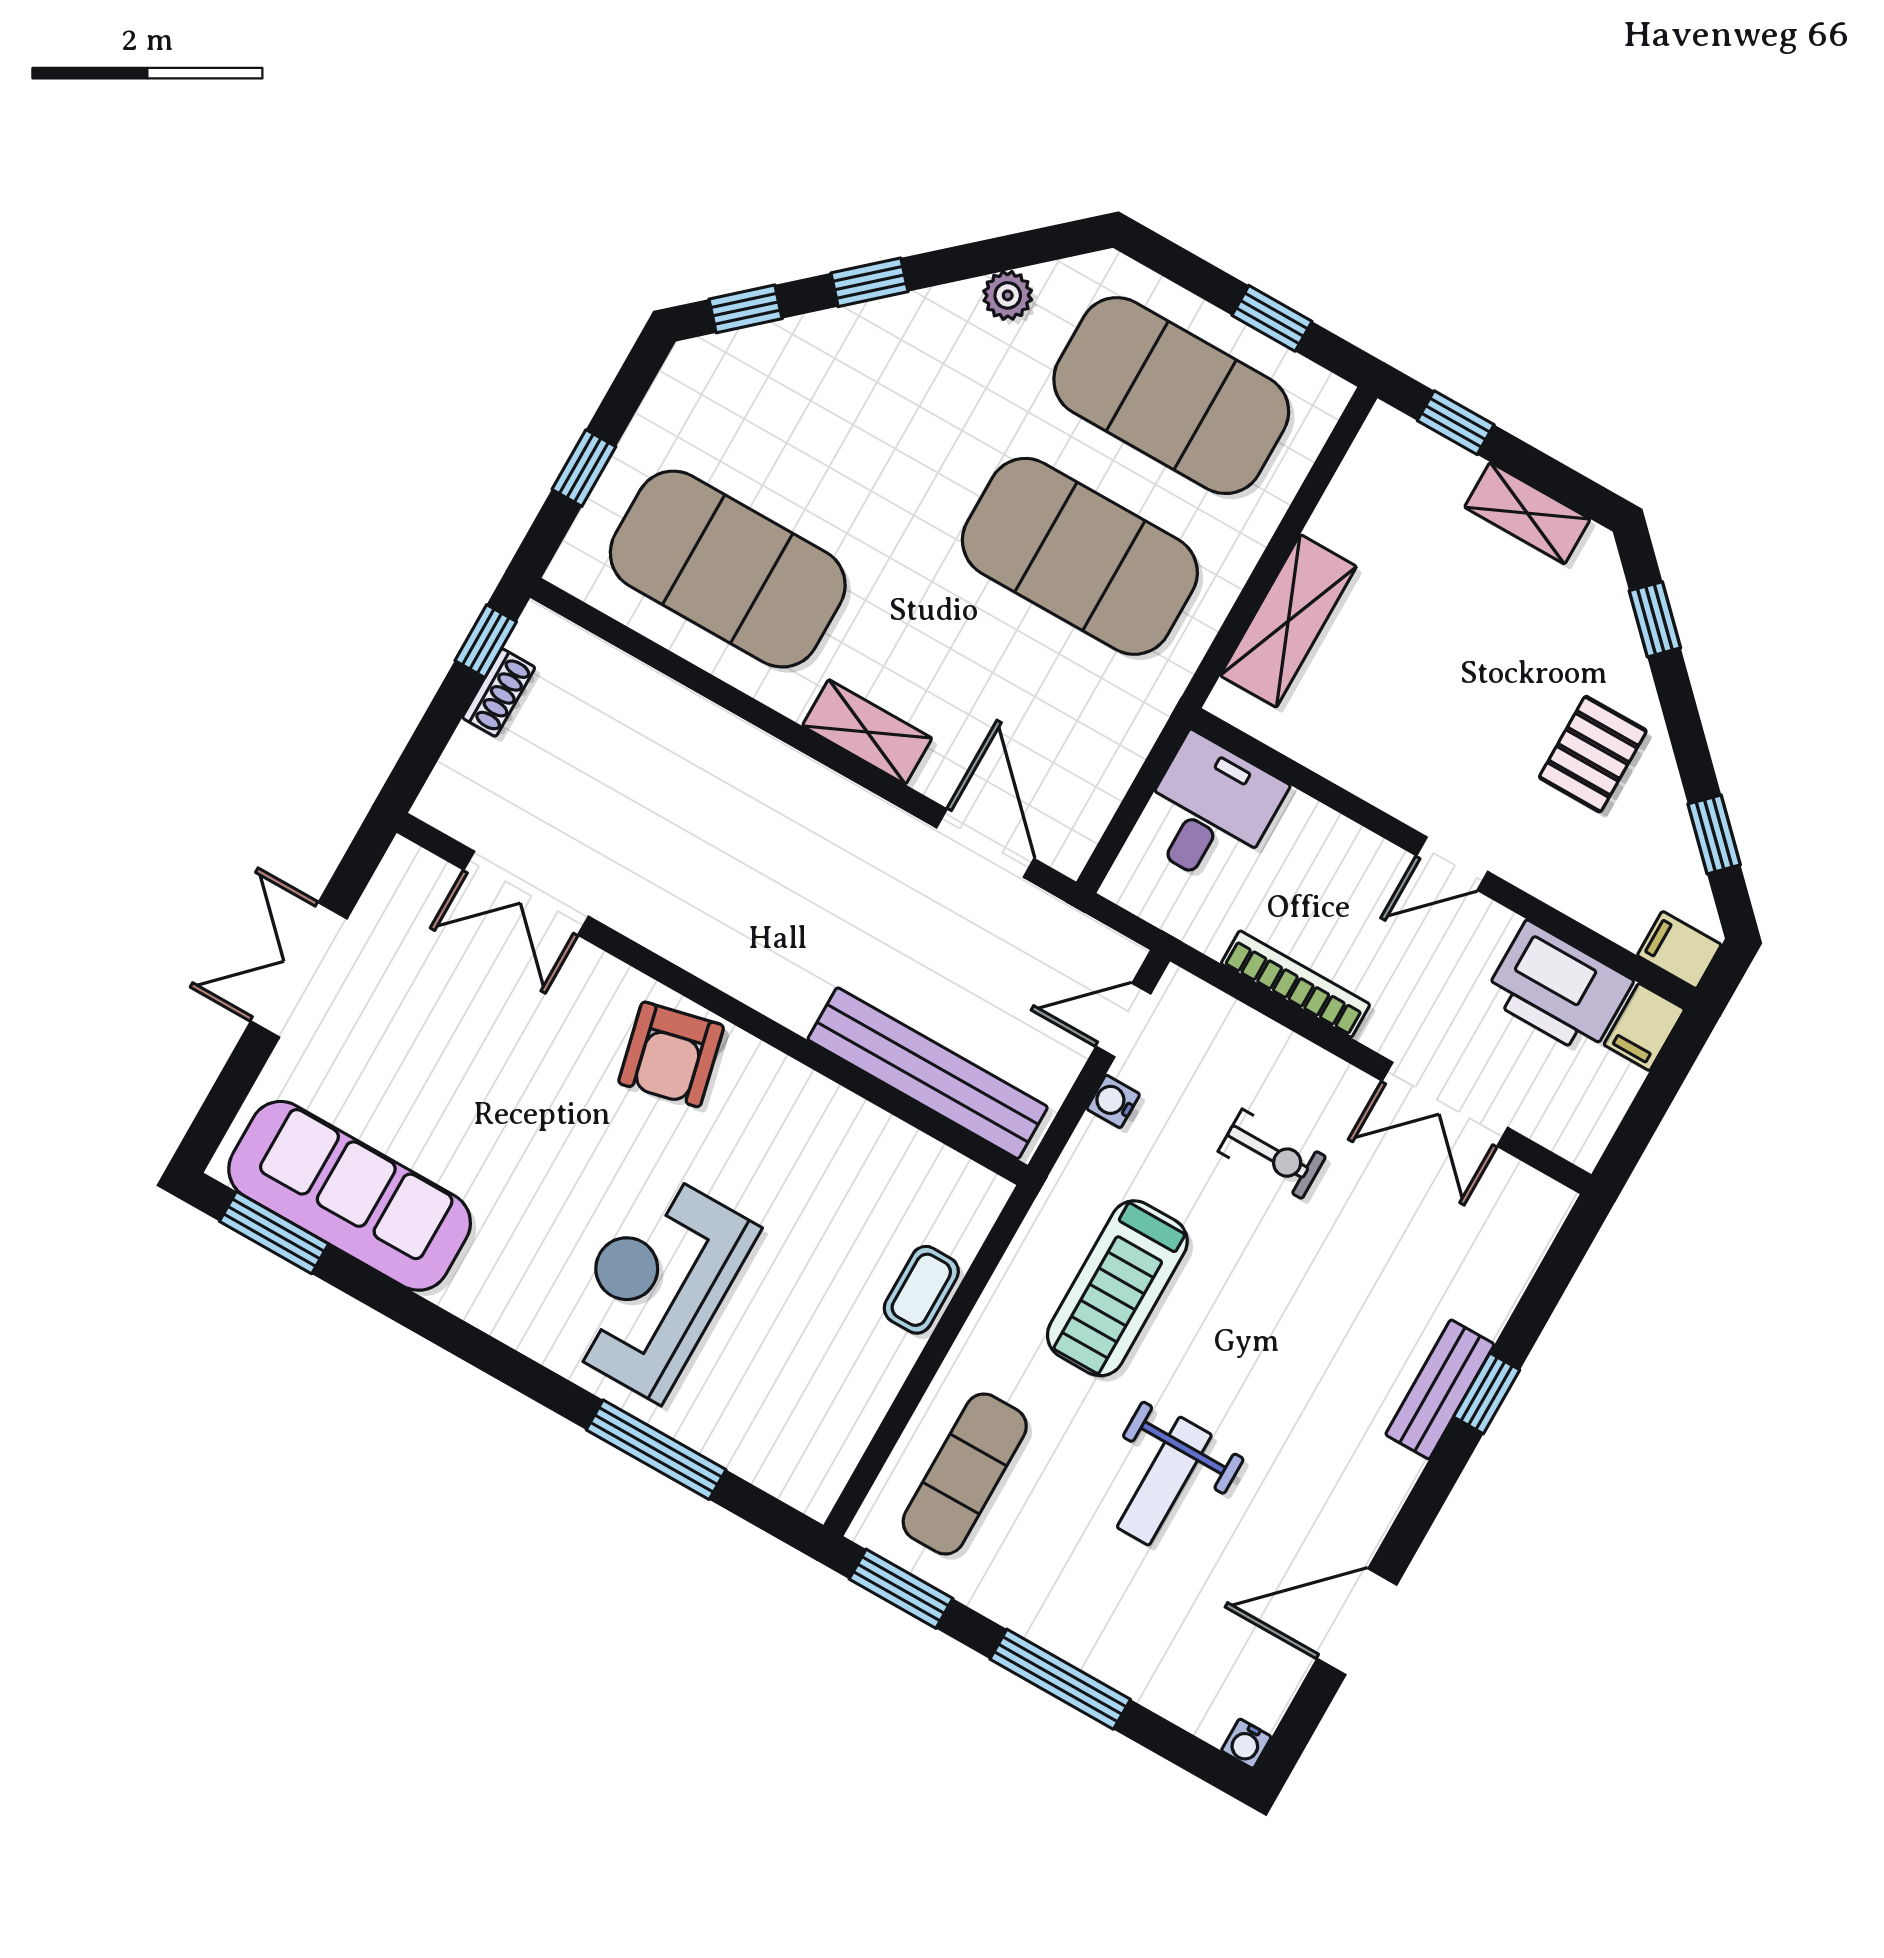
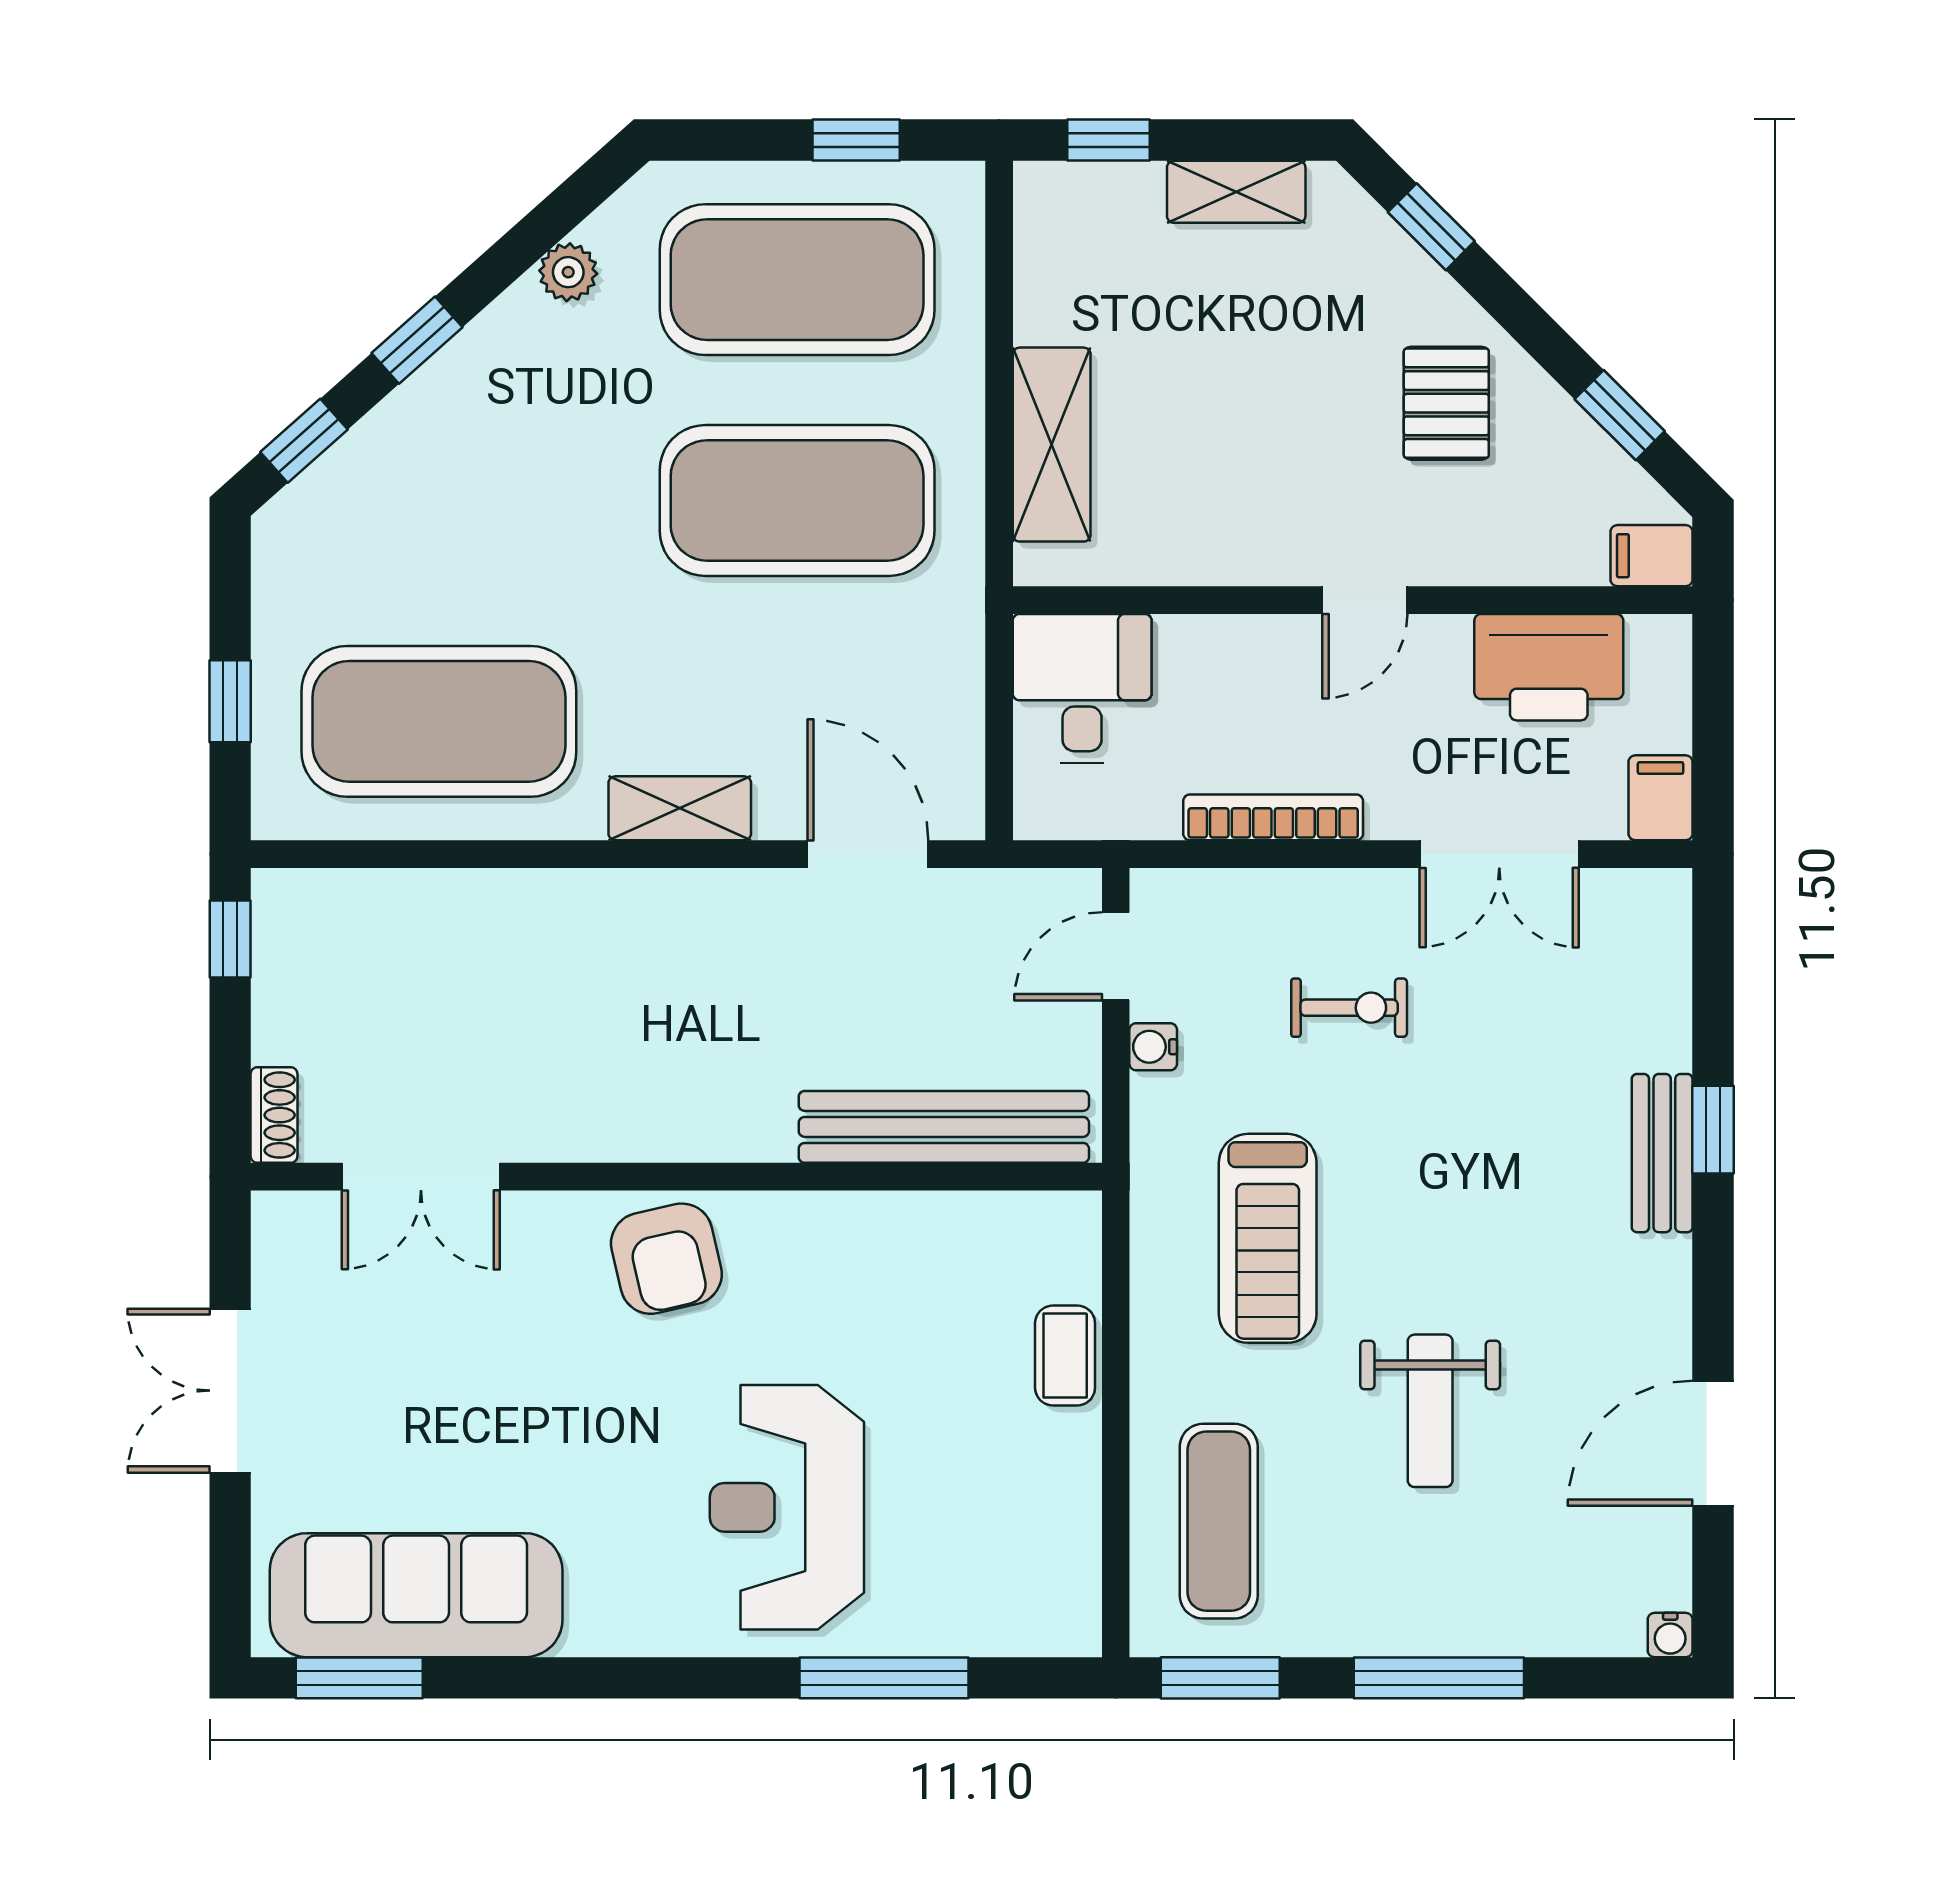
shoe rack: (499, 693) -> (274, 1115), moved
filing cabinet: (1644, 1027) -> (1661, 798), moved, turned 180

